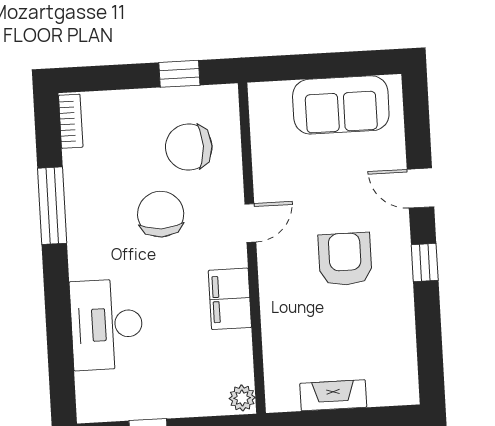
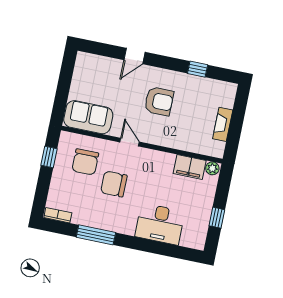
sofa: (341, 105) -> (88, 117), moved, turned -90
armchair: (345, 259) -> (159, 101), turned 180
window: (425, 262) -> (198, 69), moved
filing cabinet: (230, 299) -> (190, 167), moved

